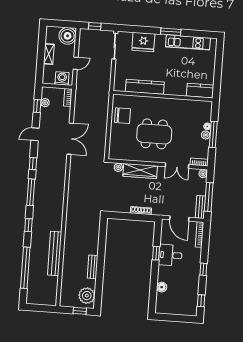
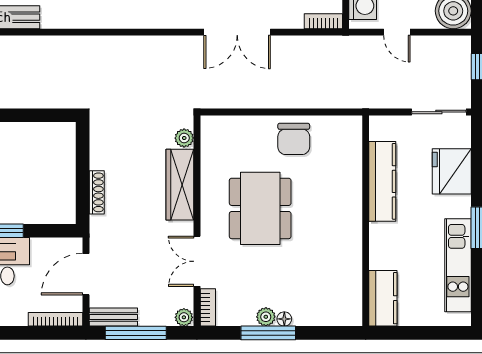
kitchen counter: (145, 87) -> (382, 181), moved
kitchen counter: (200, 91) -> (383, 298), moved
wall: (163, 96) -> (366, 221), moved

